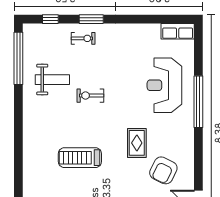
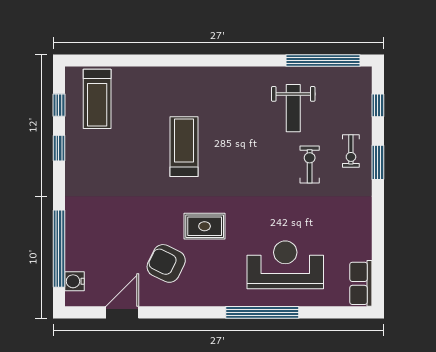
exercise bike: (90, 96) -> (310, 165), moved

